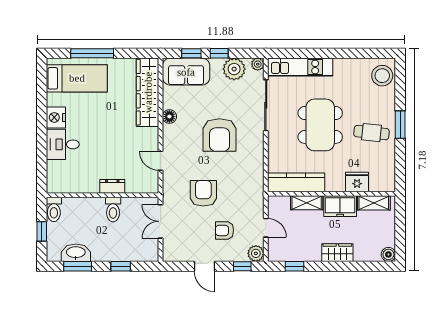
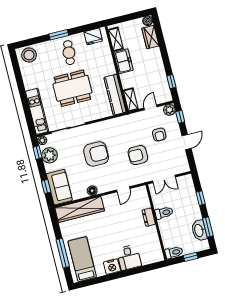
window: (219, 53) -> (38, 152), moved
fridge: (357, 182) -> (93, 36), moved, turned -90
shelving: (307, 203) -> (131, 100), moved
wardrobe: (337, 253) -> (150, 37), moved

